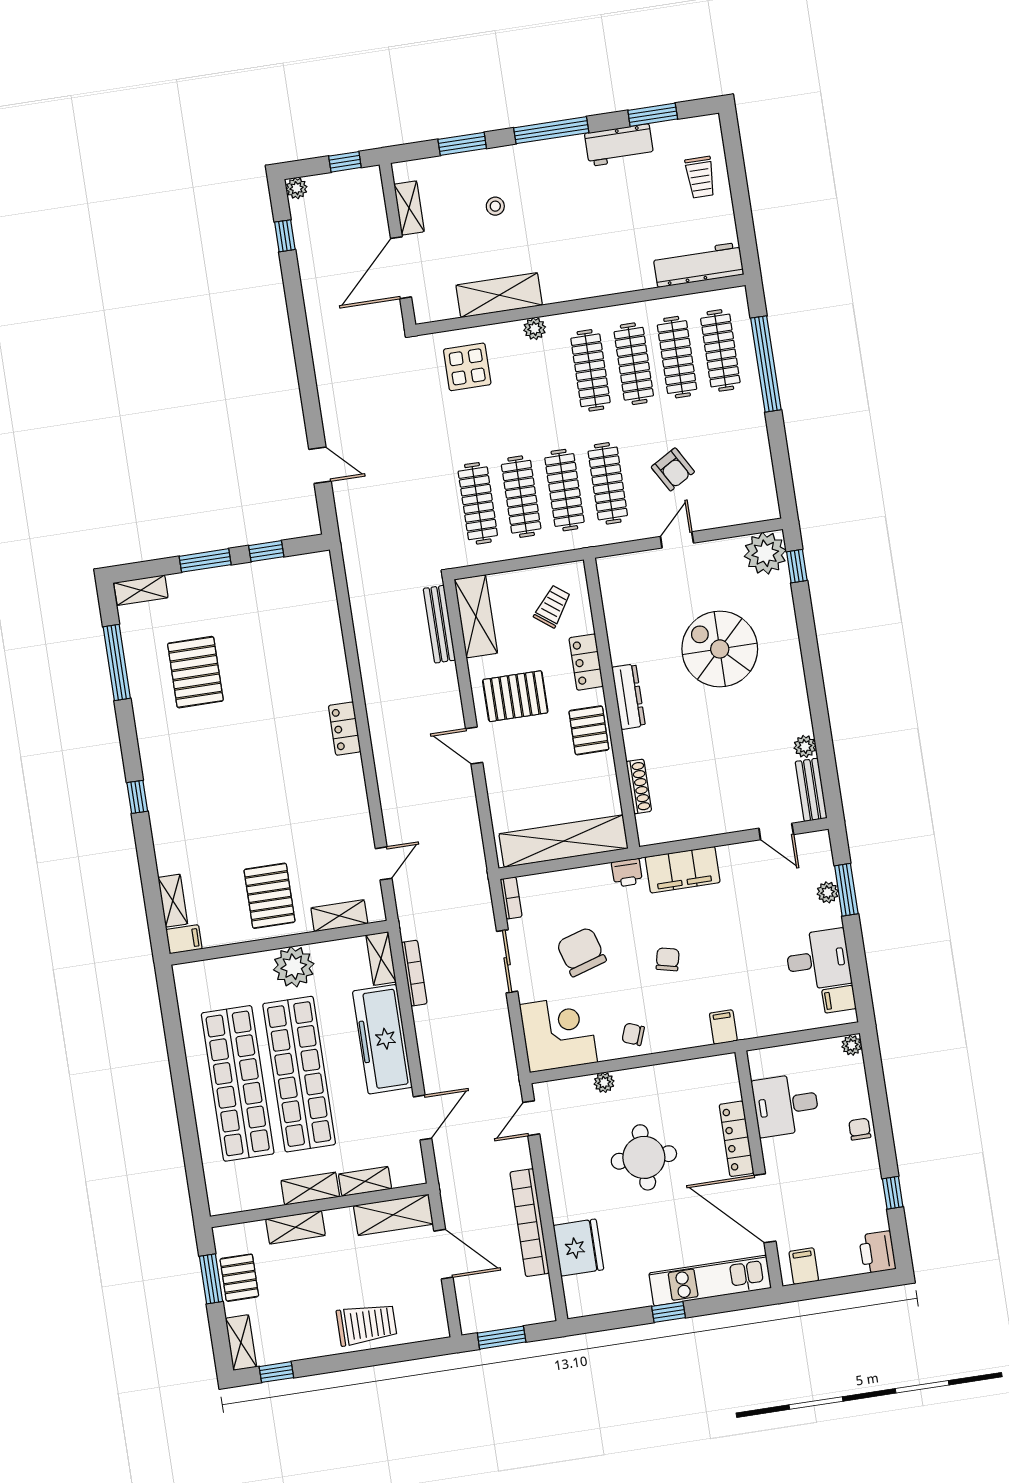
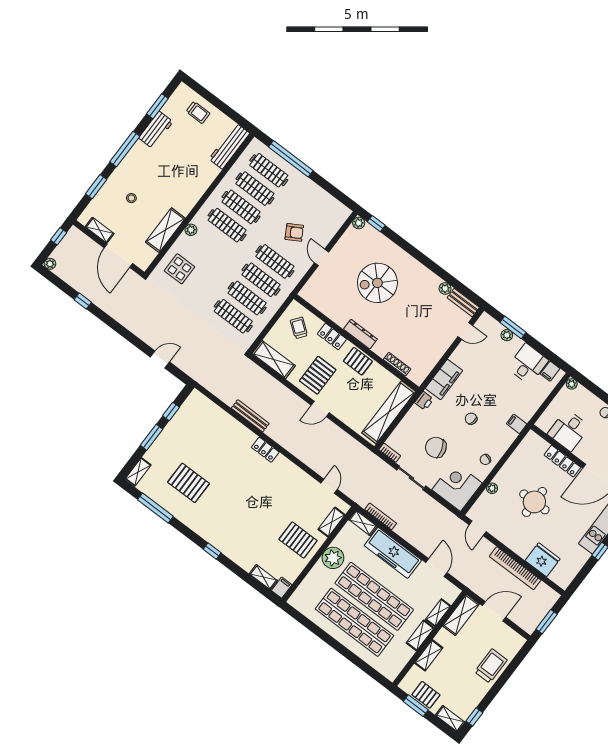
window: (285, 236) -> (83, 301), moved
plant: (765, 553) -> (359, 223), width x0.53, depth x0.53
bench: (439, 624) -> (250, 416), moved

